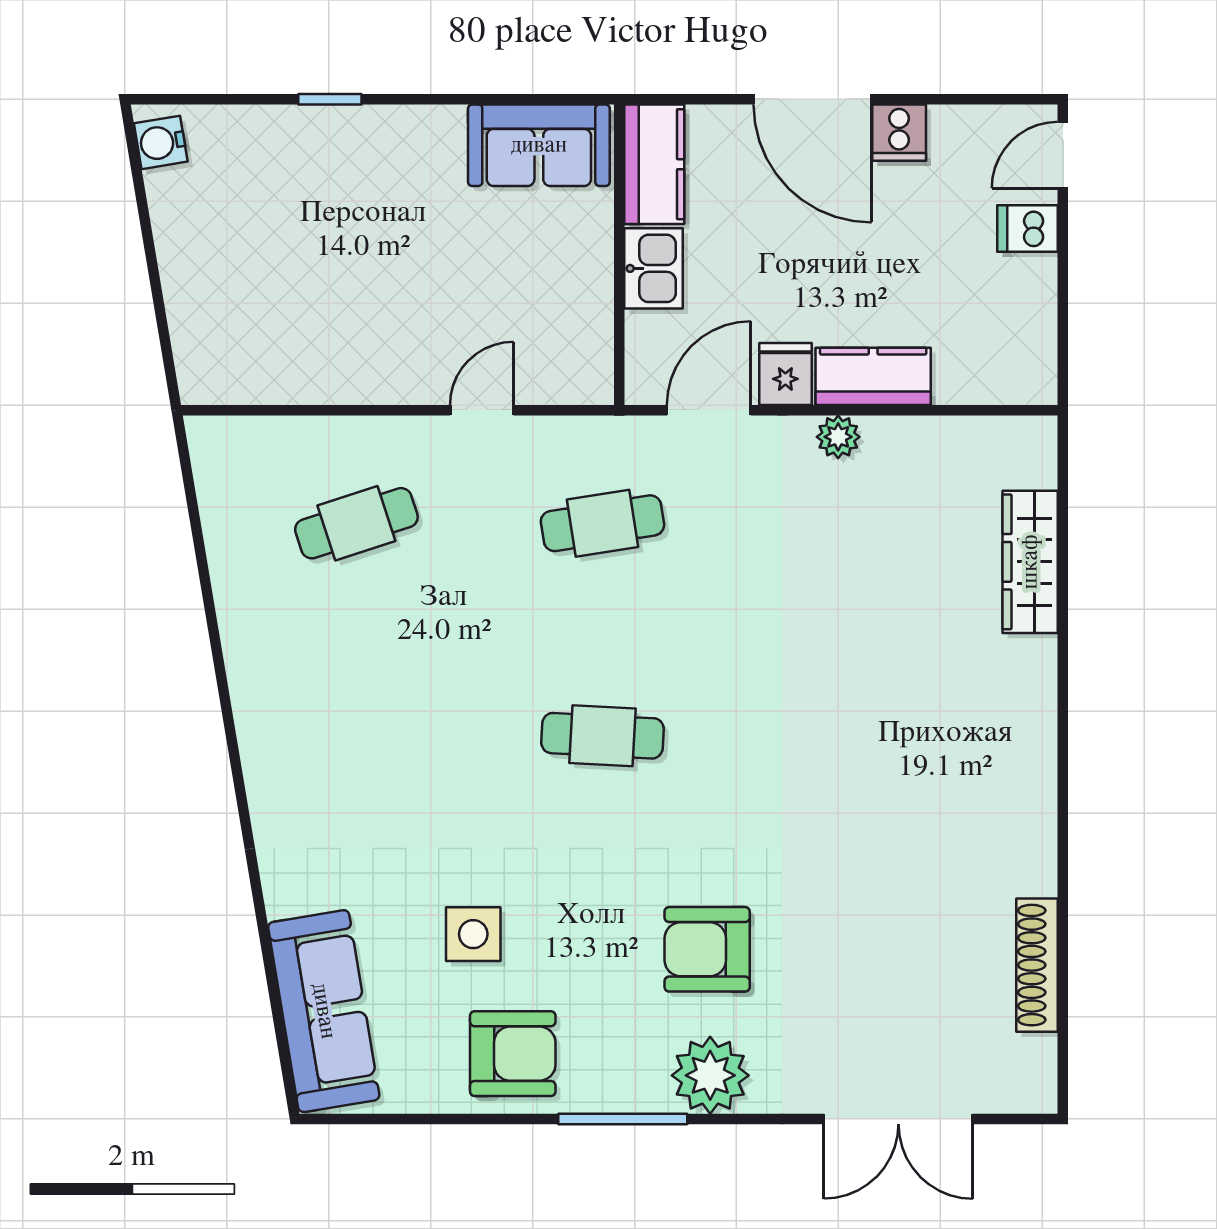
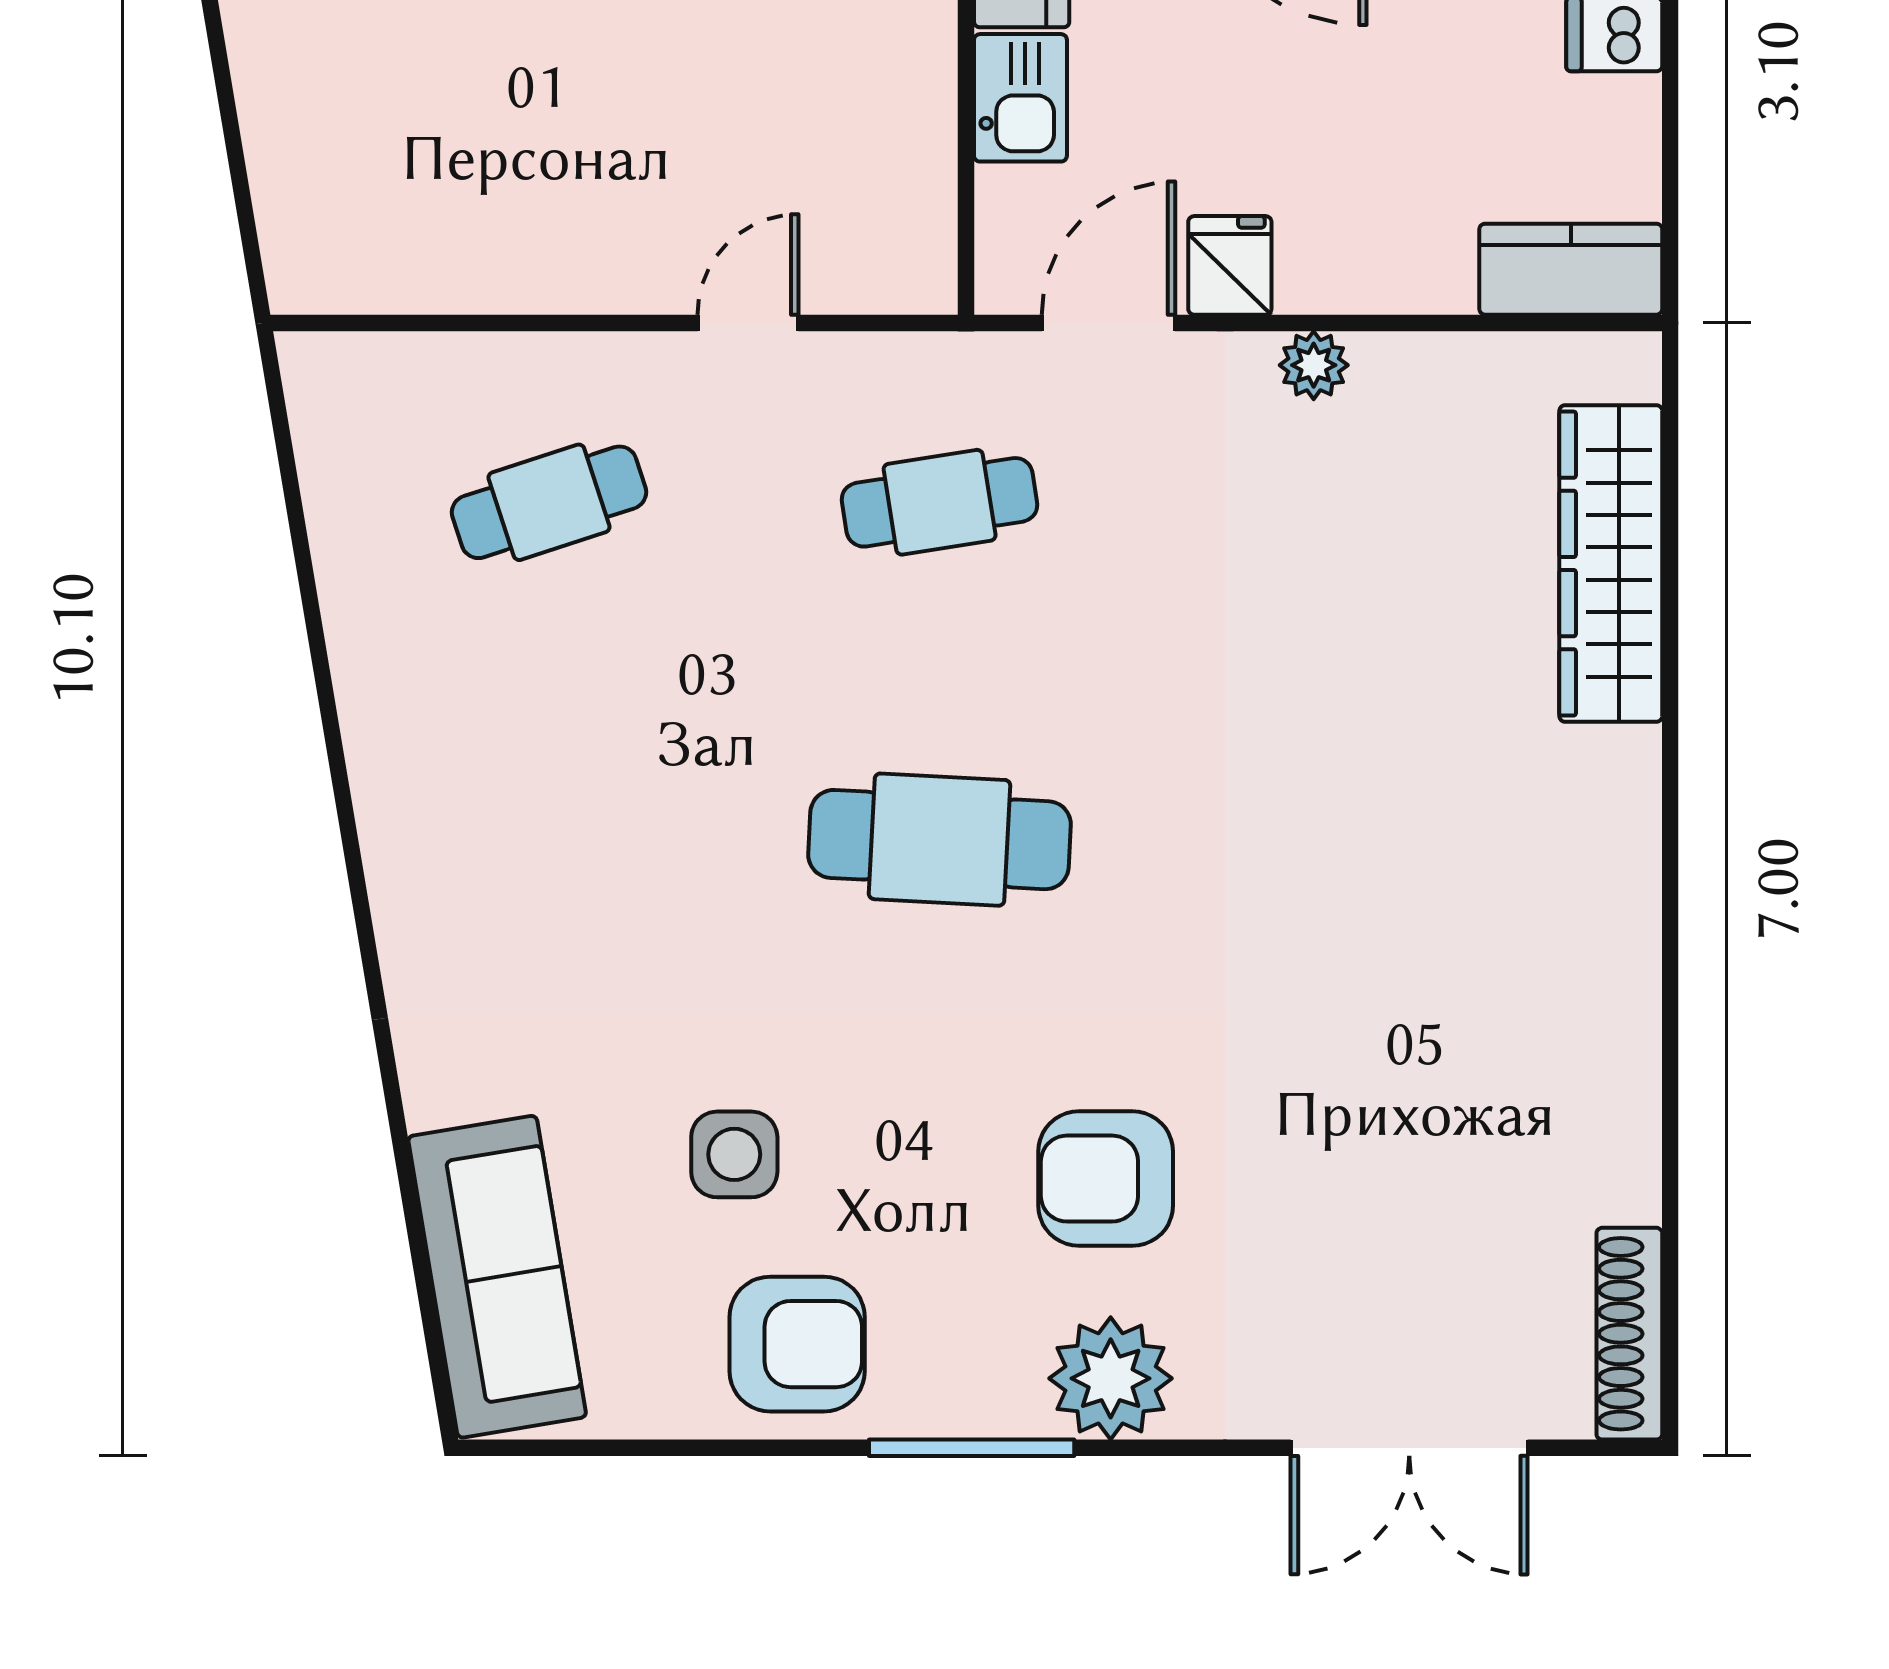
kitchen counter: (873, 376) -> (1571, 269), moved
wardrobe: (1030, 562) -> (1611, 564), width x1.40, depth x1.17
cafe table: (602, 736) -> (940, 840), width x1.37, depth x1.35
shoe rack: (1037, 965) -> (1629, 1334), moved

